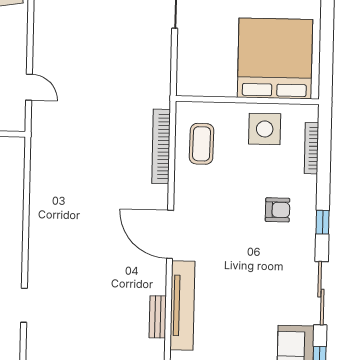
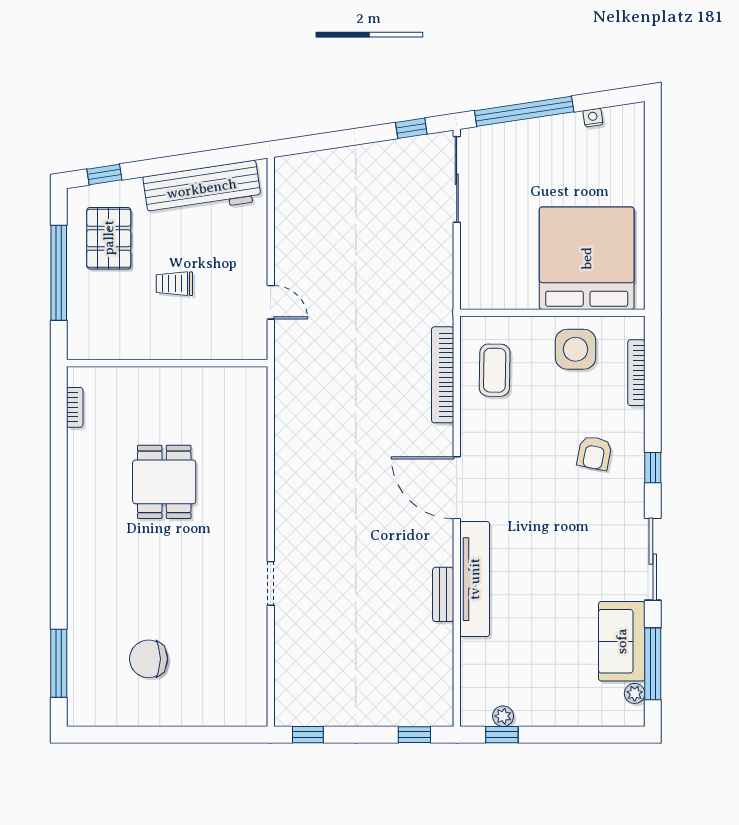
armchair: (278, 210) -> (594, 453), turned 101

